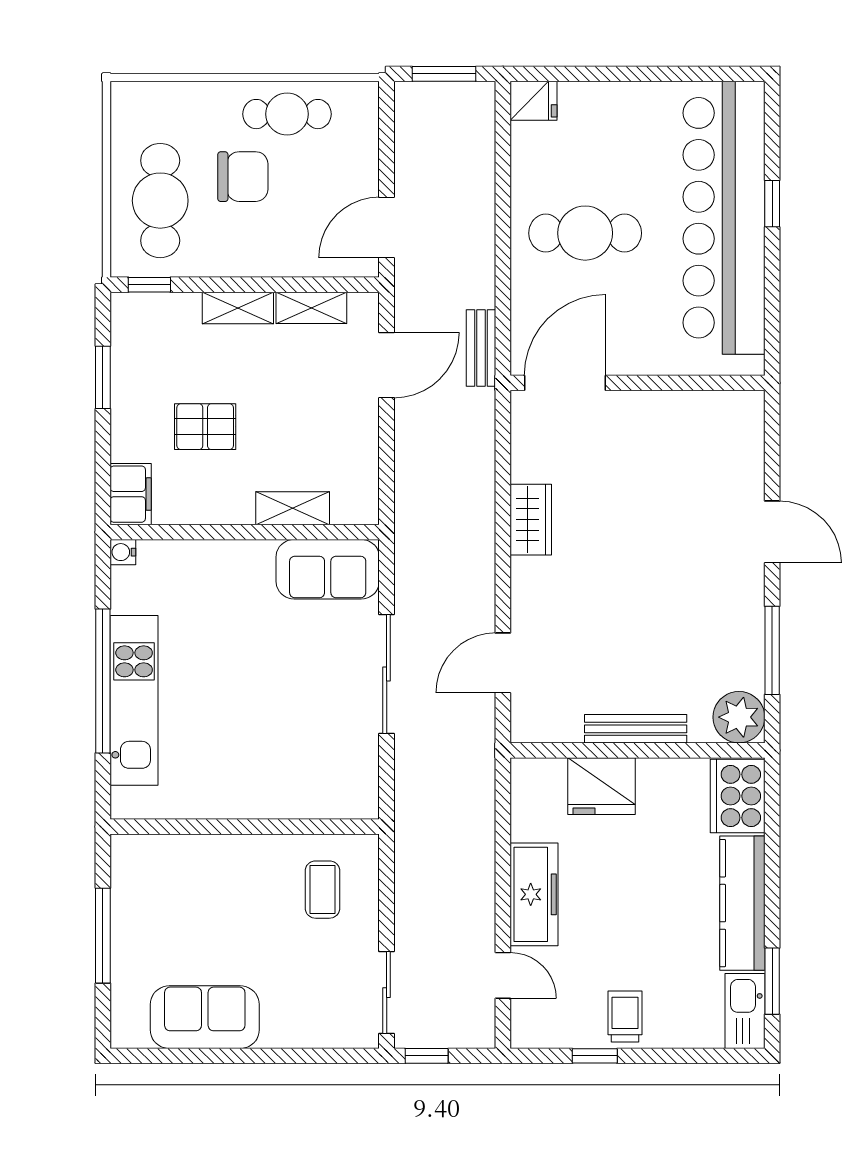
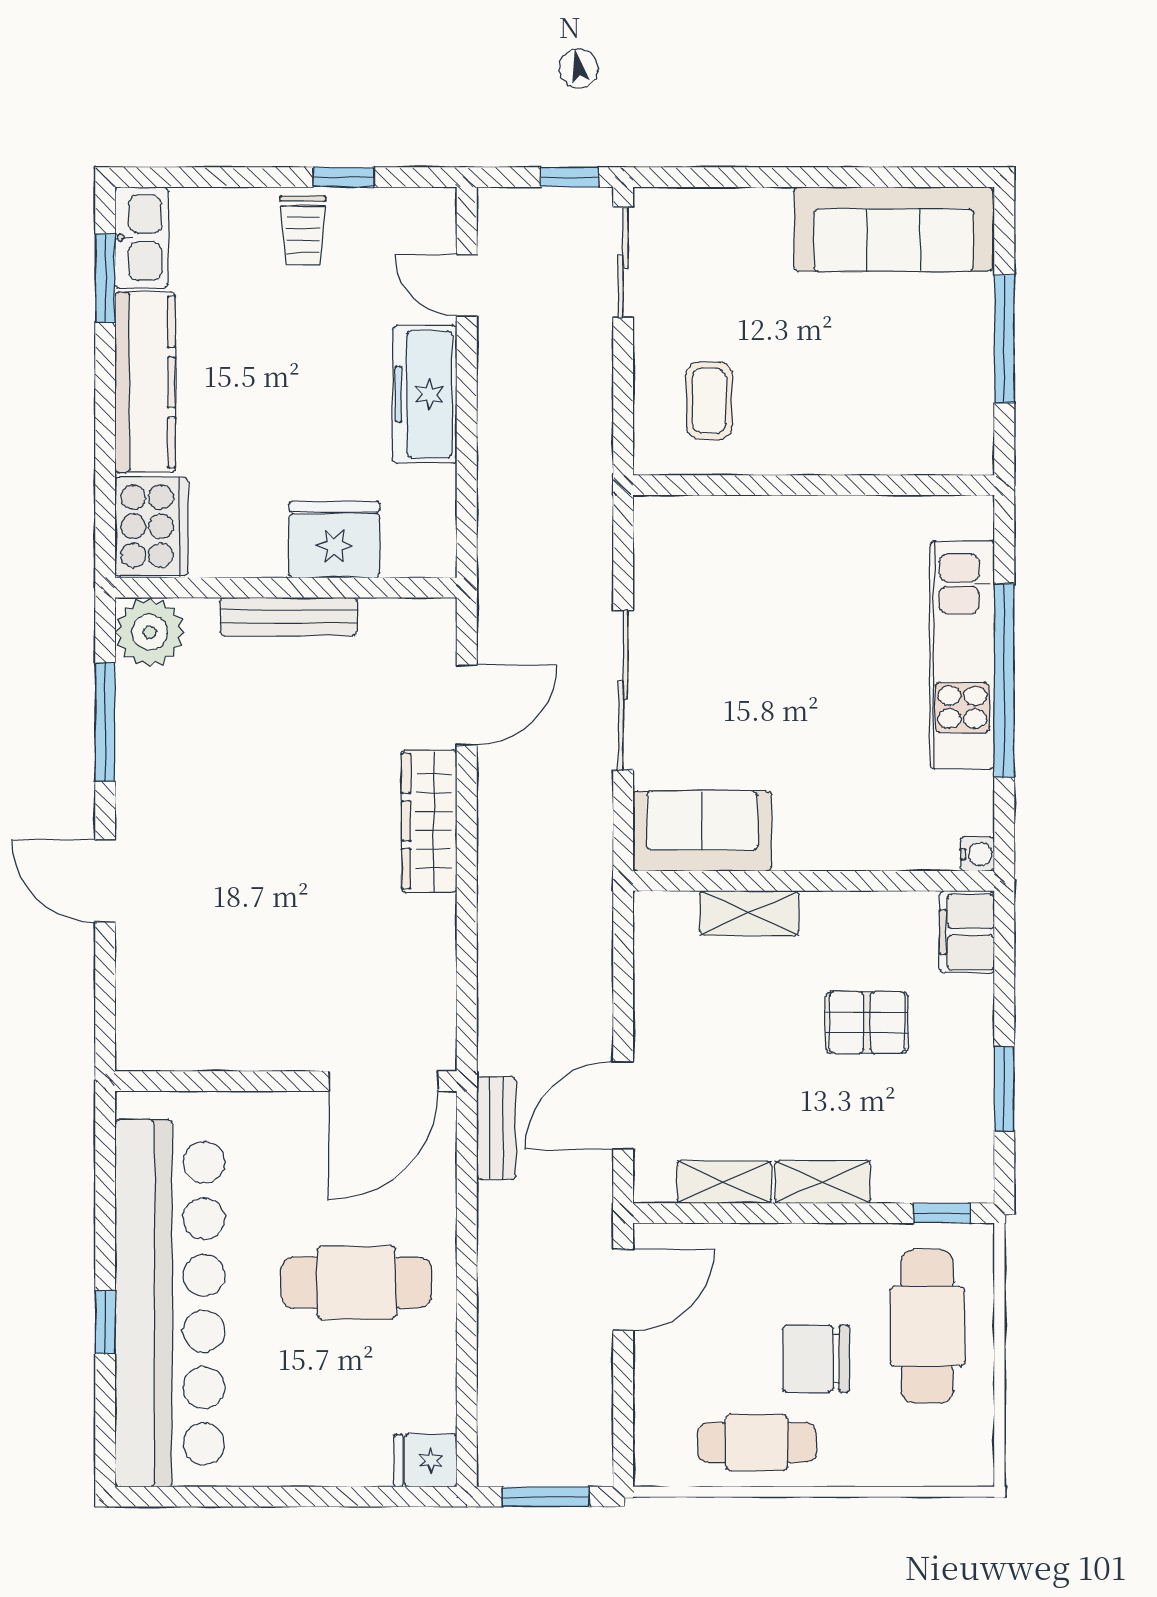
wardrobe: (531, 520) -> (429, 821), moved, width x1.50
sofa: (205, 1017) -> (894, 229), width x1.36

